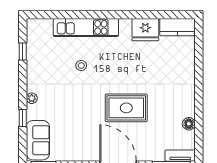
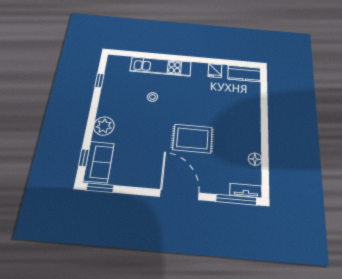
fridge: (145, 30) -> (215, 71), width x0.53, depth x0.75
plant: (32, 98) -> (104, 126), width x1.87, depth x1.87
window: (23, 118) -> (84, 158), moved

